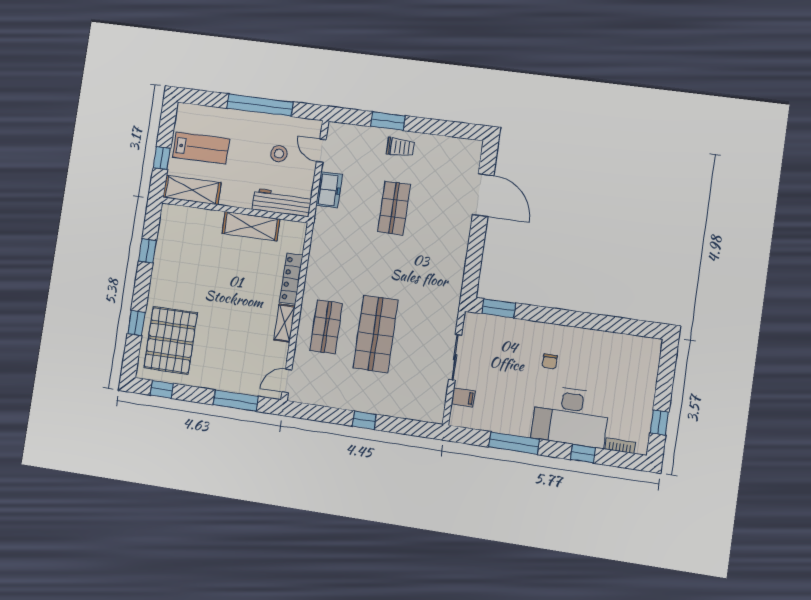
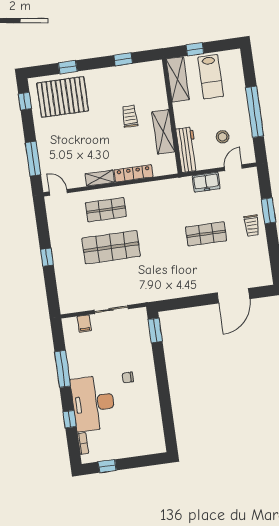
trolley: (219, 263) -> (130, 116), added

